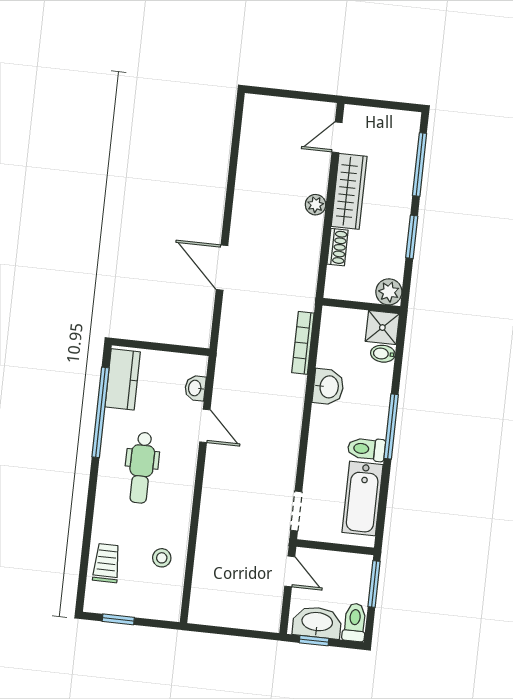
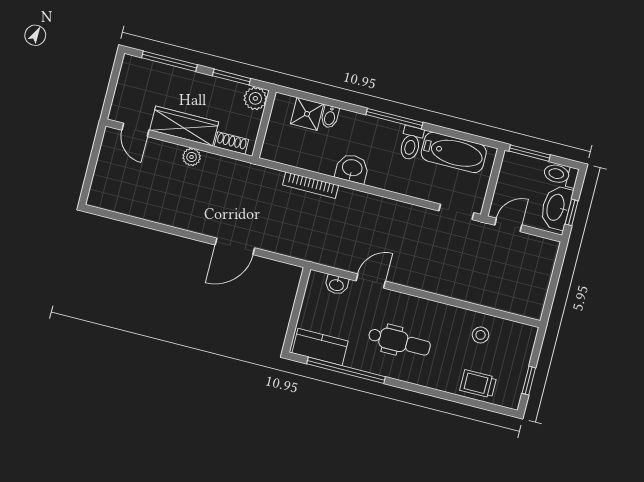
plant: (389, 292) -> (255, 98), moved
wall: (361, 306) -> (264, 124), moved

